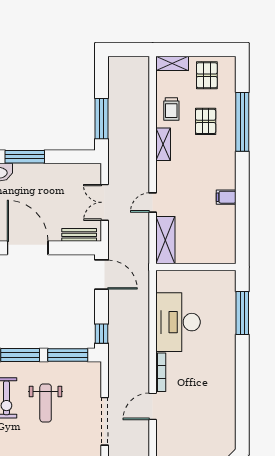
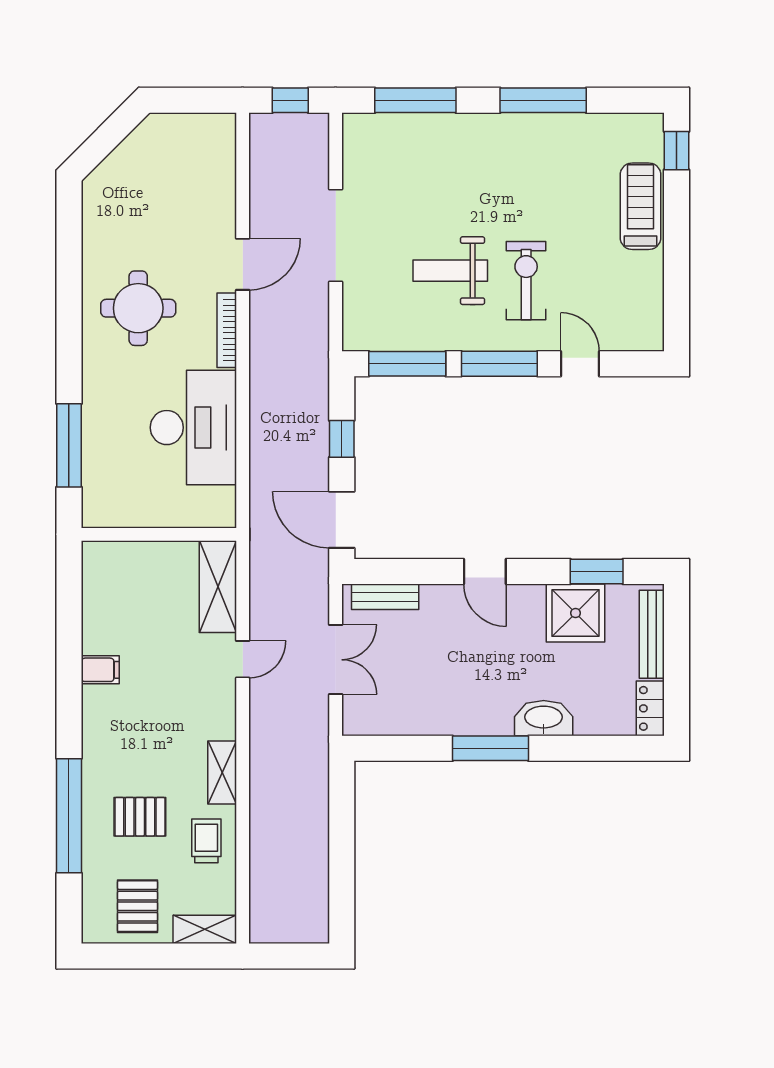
window: (101, 119) -> (342, 822), removed
pallet: (206, 121) -> (140, 817), turned 90
door: (28, 248) -> (485, 572), width x0.53
window: (101, 334) -> (342, 439), moved
round table: (206, 384) -> (138, 308), added
weight bench: (46, 403) -> (450, 271), turned -90

